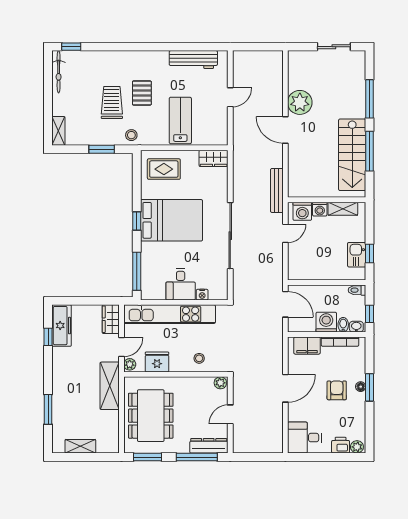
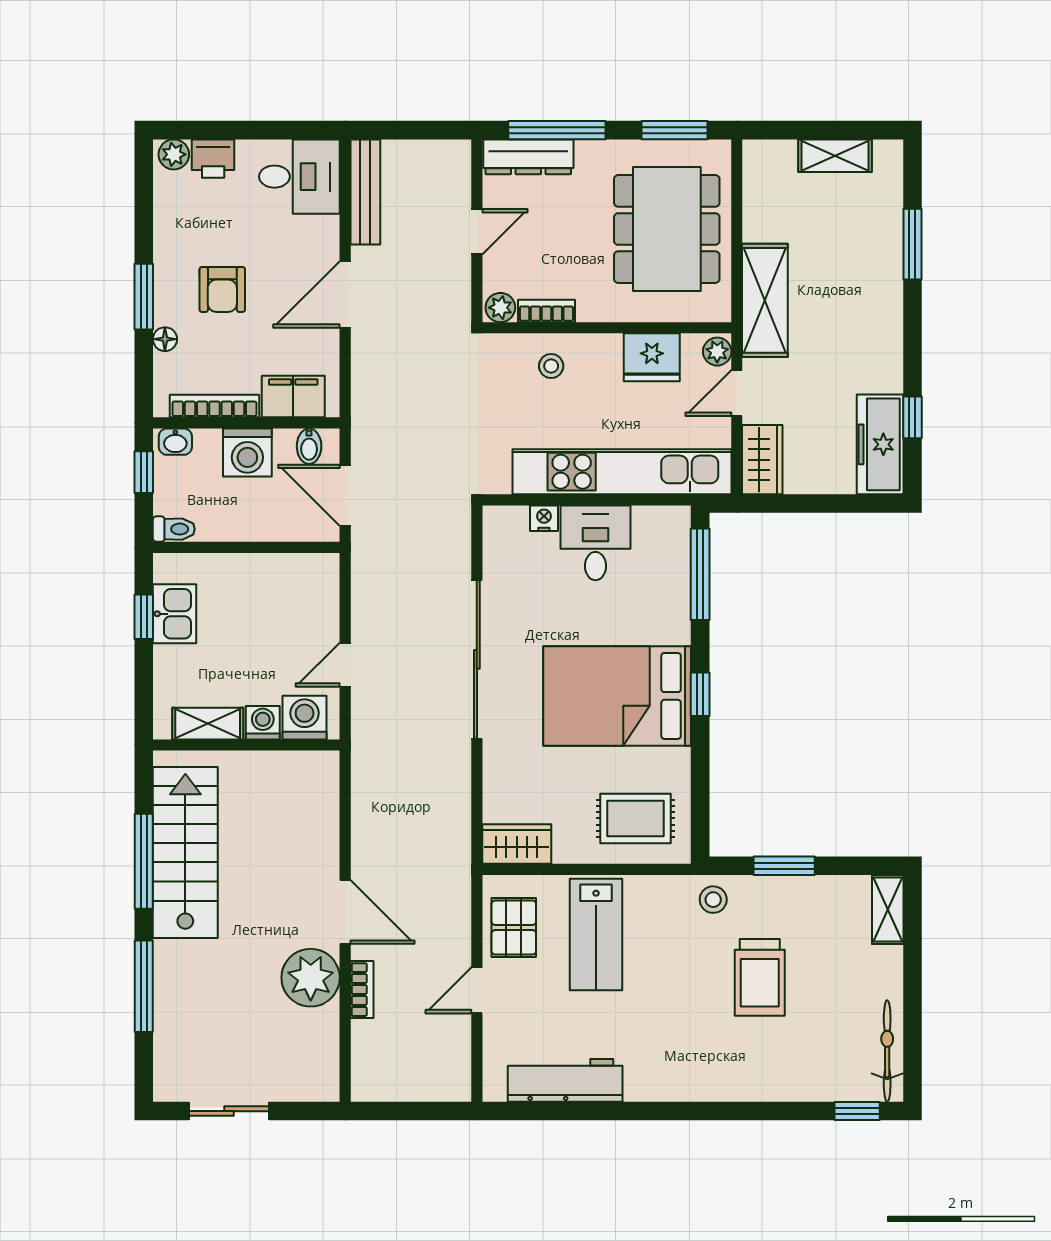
pallet: (142, 93) -> (514, 928), moved
bookcase: (278, 97) -> (362, 990), added
bench: (277, 190) -> (365, 192), moved
bidet: (343, 325) -> (309, 446), moved
bookcase: (201, 381) -> (546, 311), added
floor lamp: (361, 387) -> (165, 339), moved

